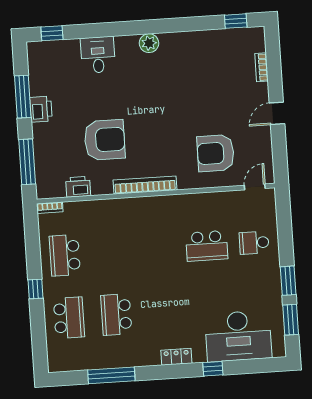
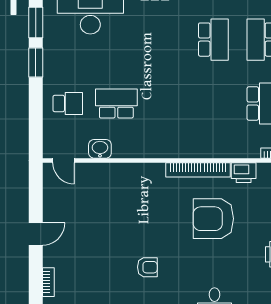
armchair: (216, 153) -> (147, 267), moved, width x0.53, depth x0.53
bookcase: (145, 185) -> (198, 170), moved
door: (255, 187) -> (63, 160), hinge flipped
washbasin: (220, 201) -> (100, 149), added

